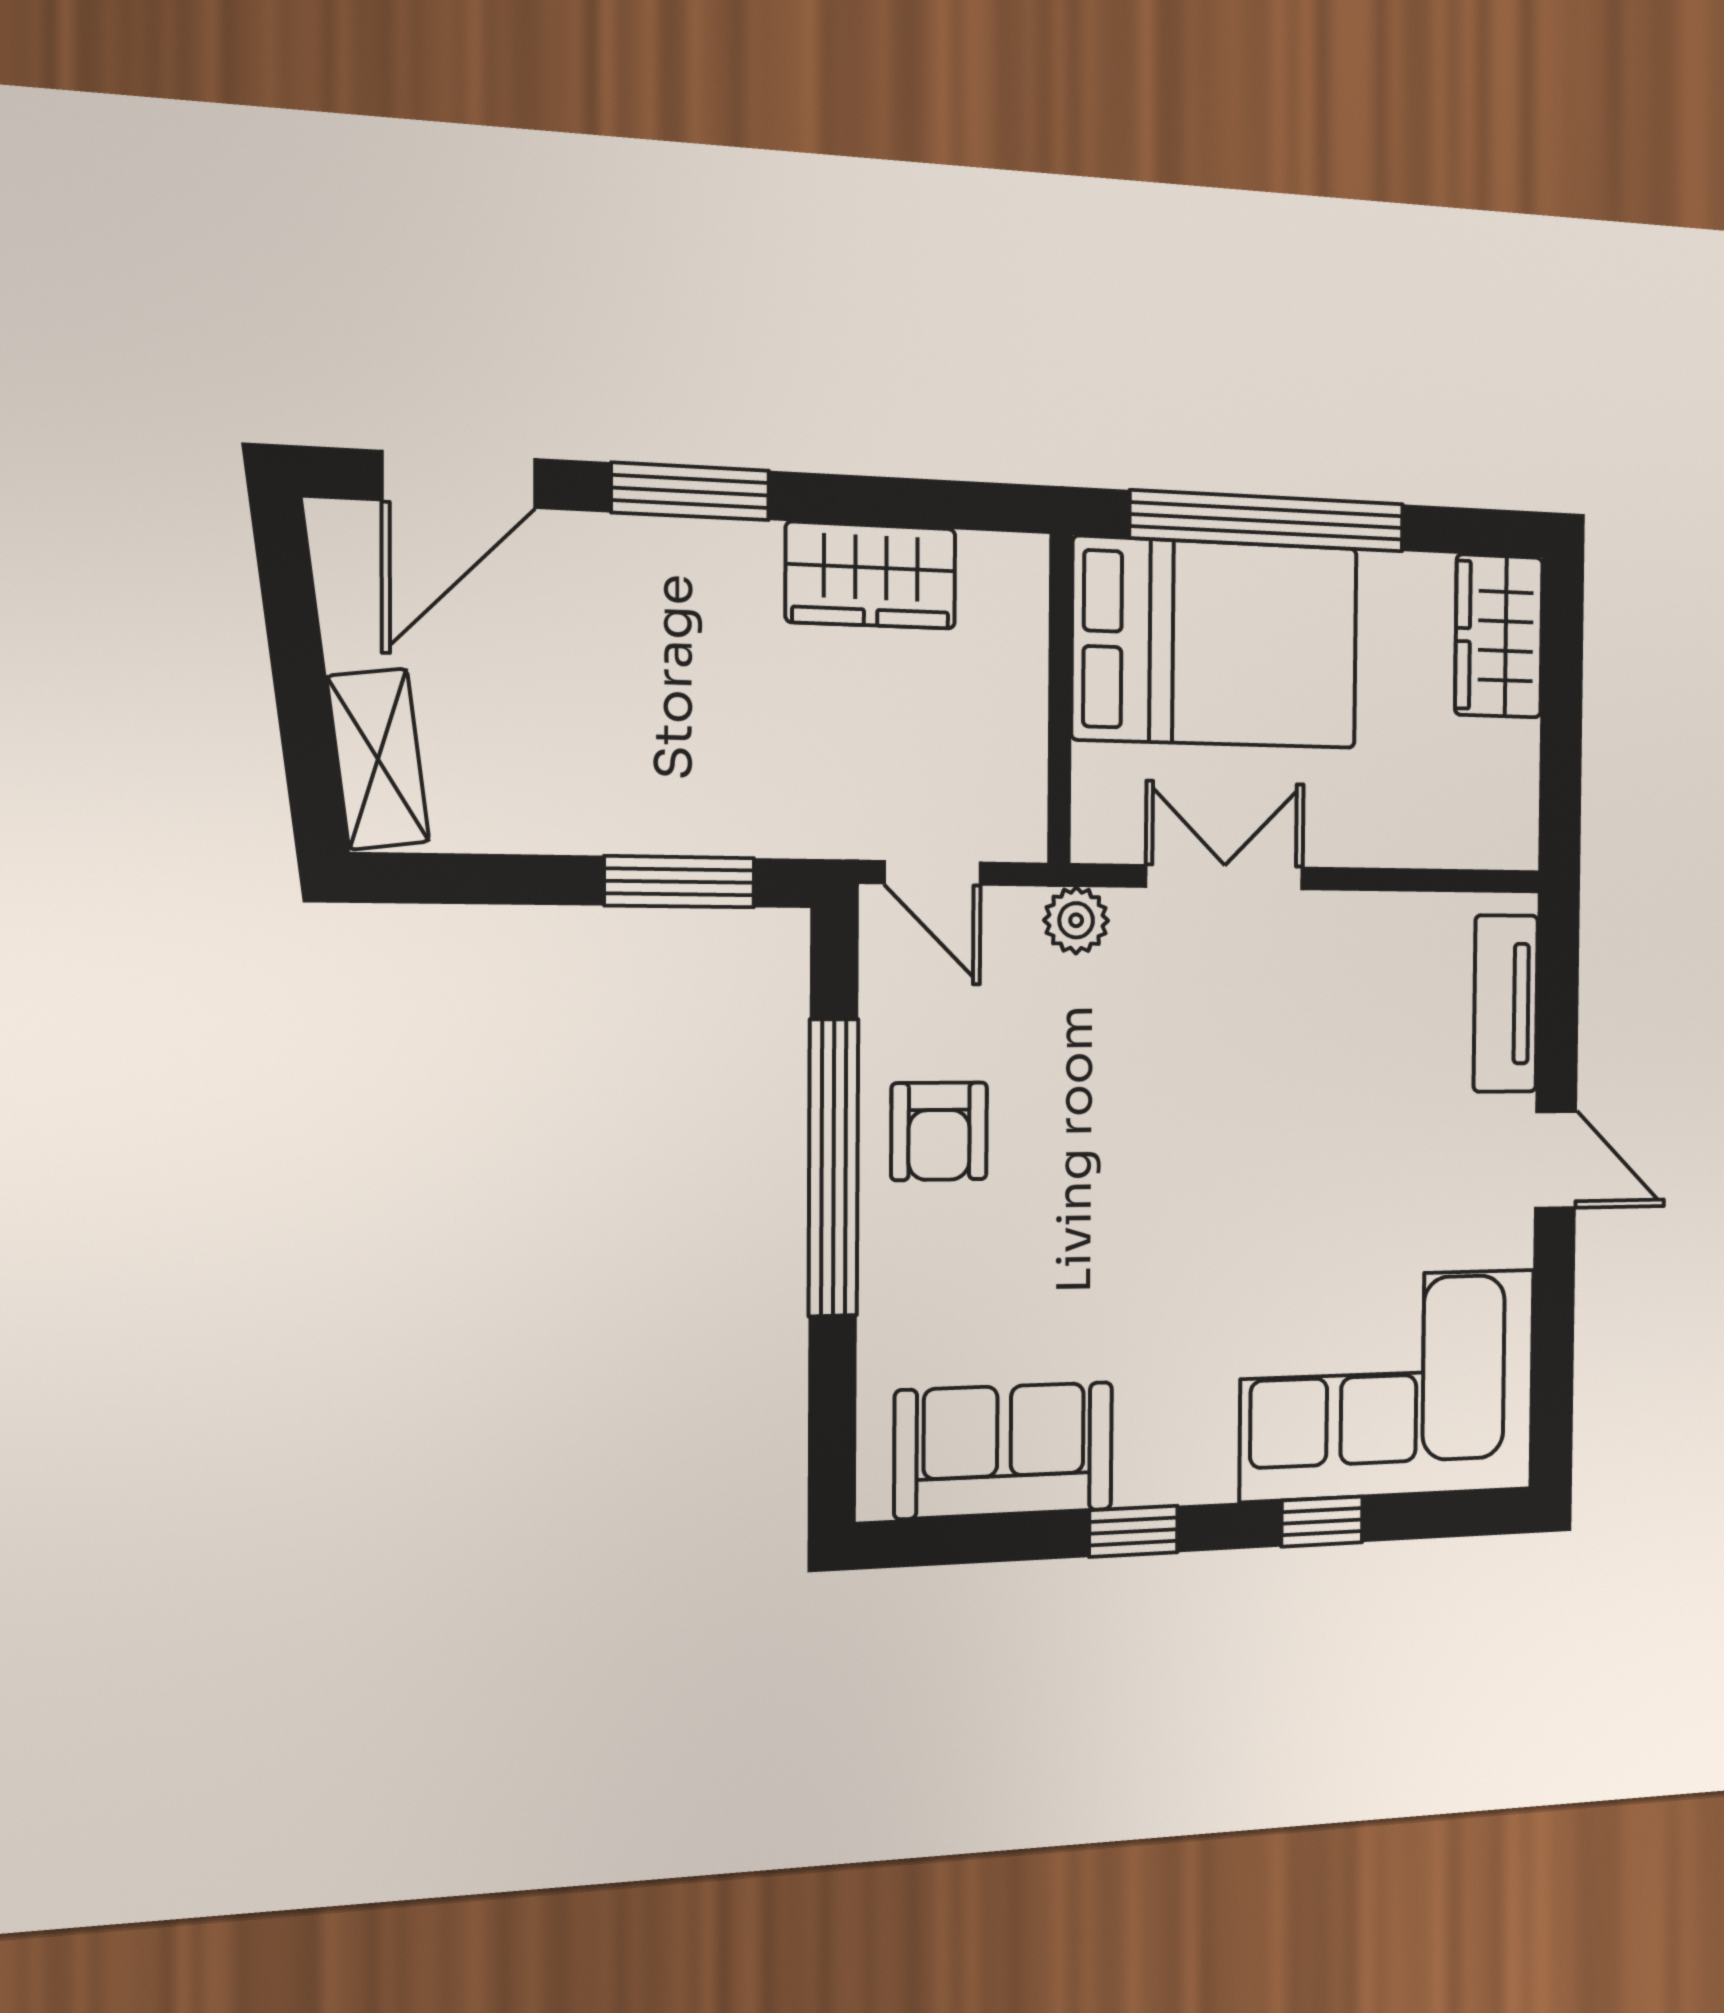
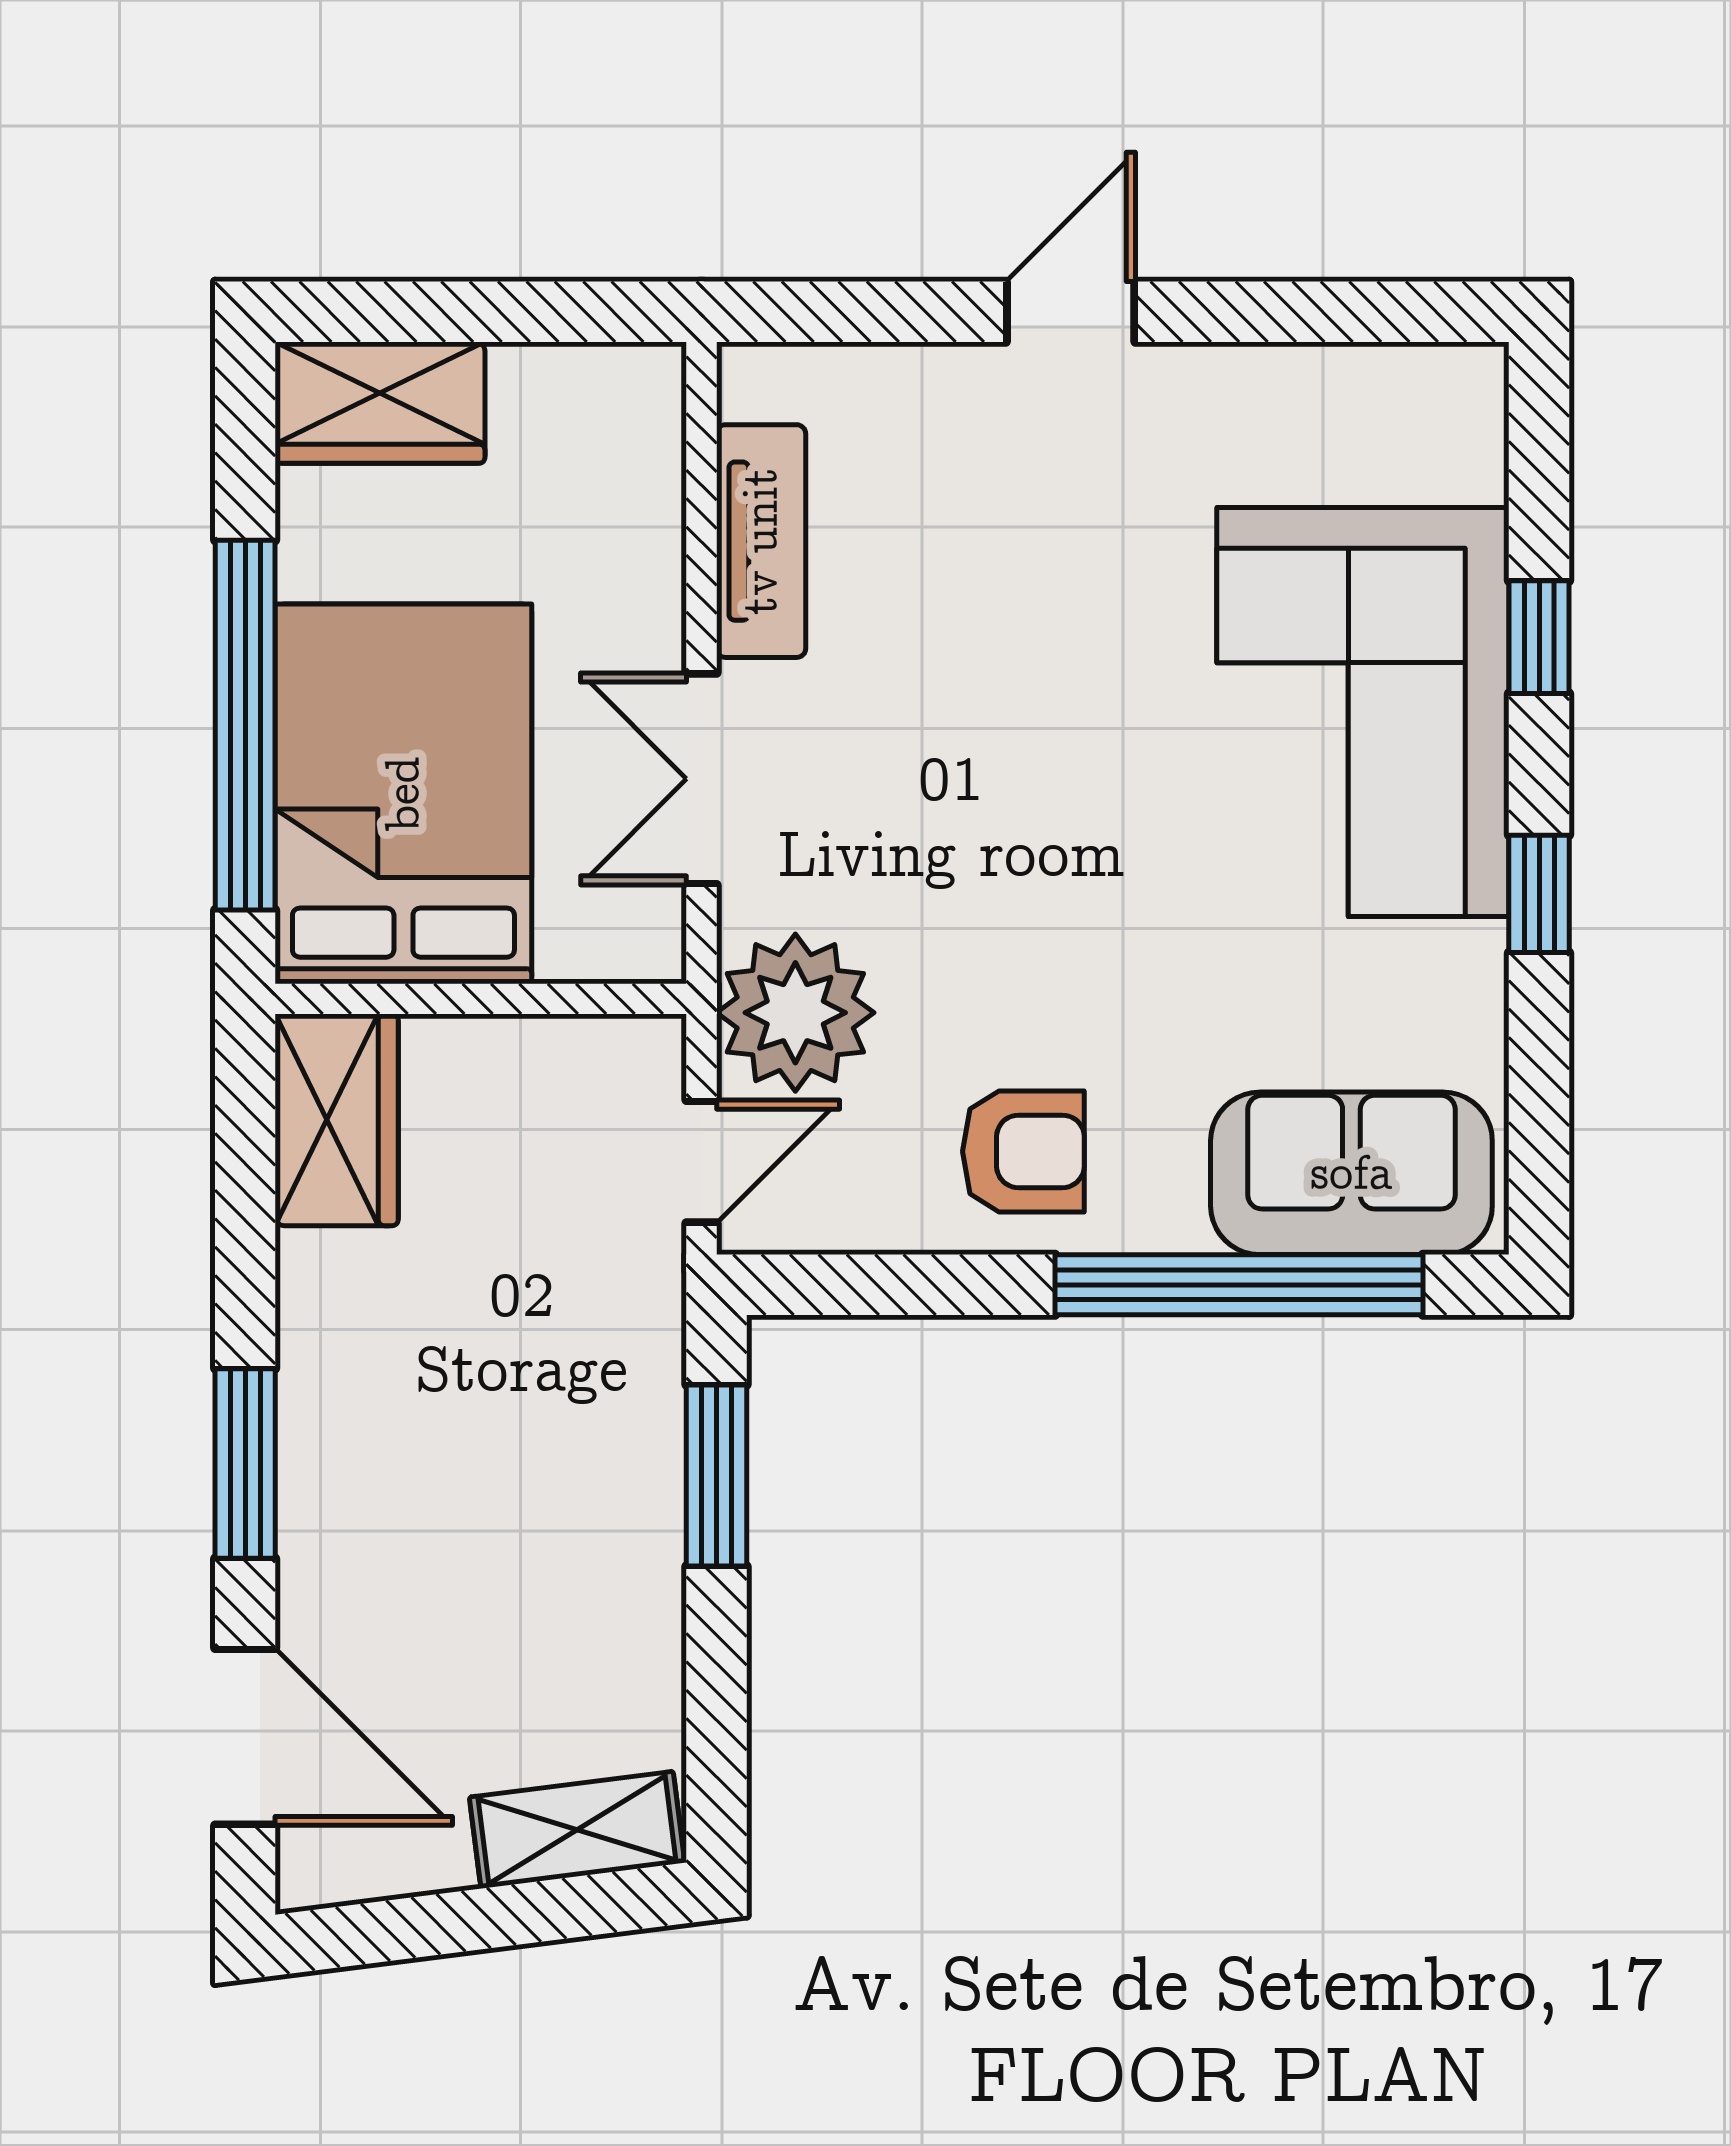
wardrobe: (871, 575) -> (337, 1120), moved
plant: (1076, 920) -> (795, 1013), width x1.87, depth x1.87
tv unit: (1506, 1004) -> (761, 541), moved, turned -90
window: (833, 1168) -> (1239, 1285), moved
corner sofa: (1388, 1385) -> (1363, 712), moved
sofa: (1004, 1450) -> (1351, 1173), moved, turned 90

